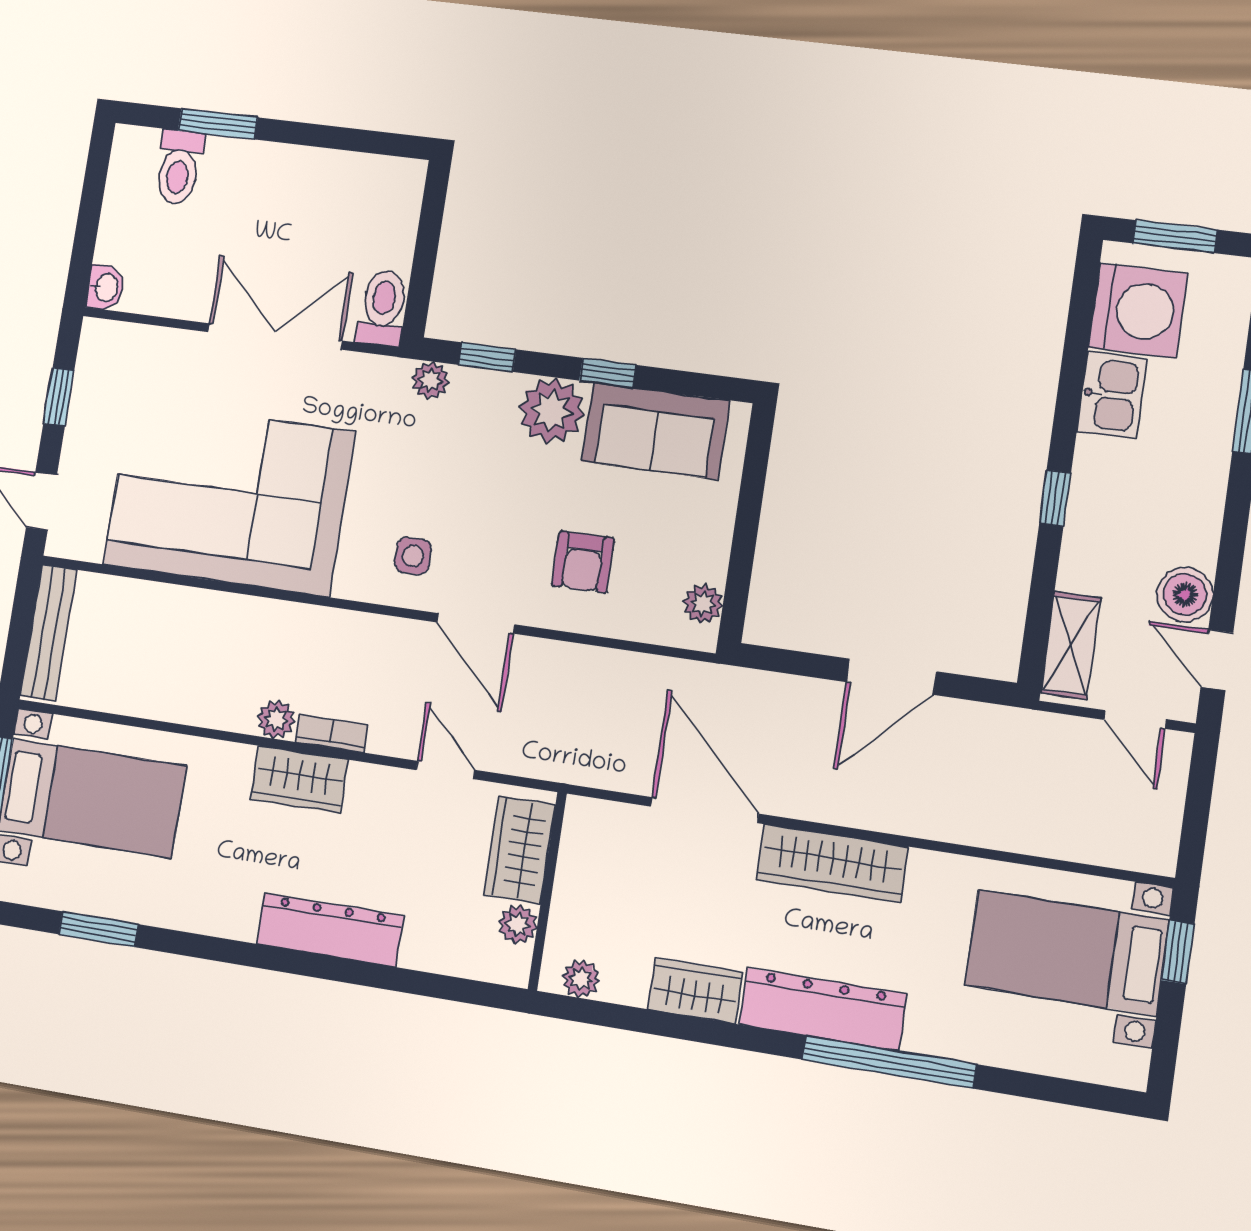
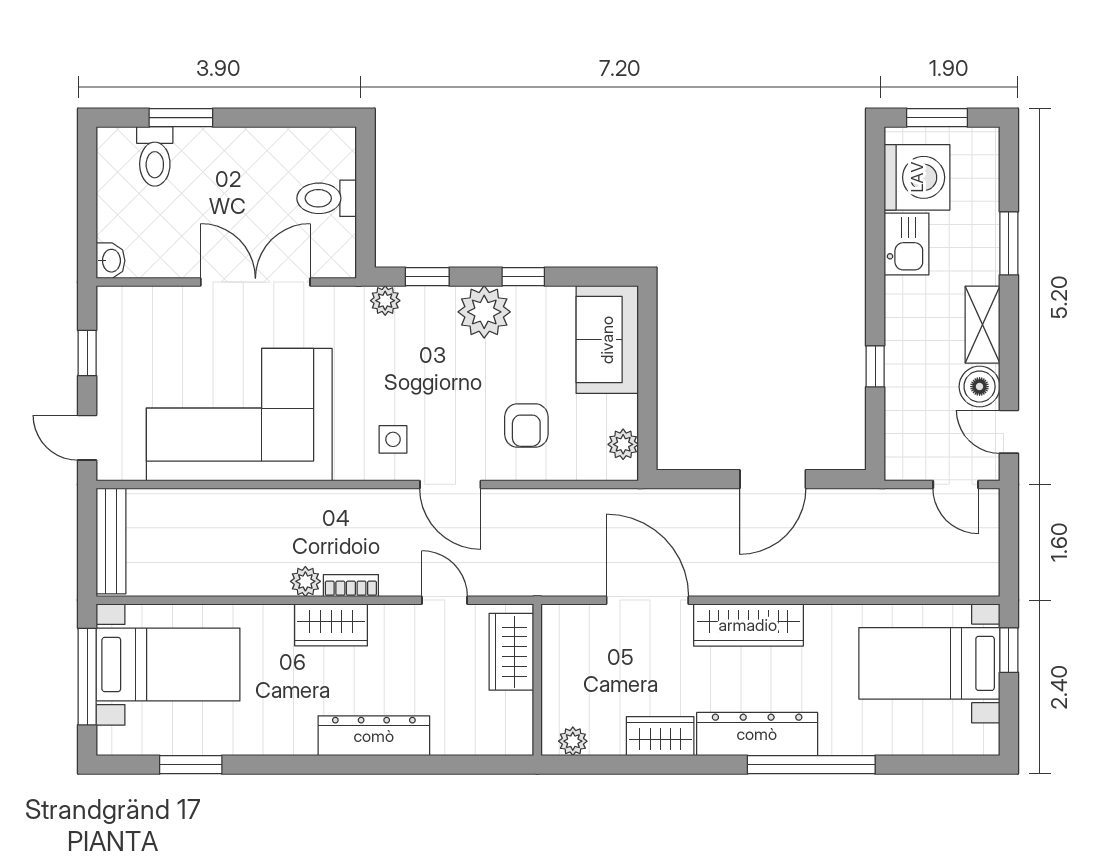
toilet: (383, 308) -> (327, 198), moved, turned -90
sofa: (656, 431) -> (607, 340), moved, turned 90
window: (1055, 498) -> (875, 366), moved
shelving: (1071, 646) -> (983, 325), moved
plant: (518, 924) -> (518, 708), removed

